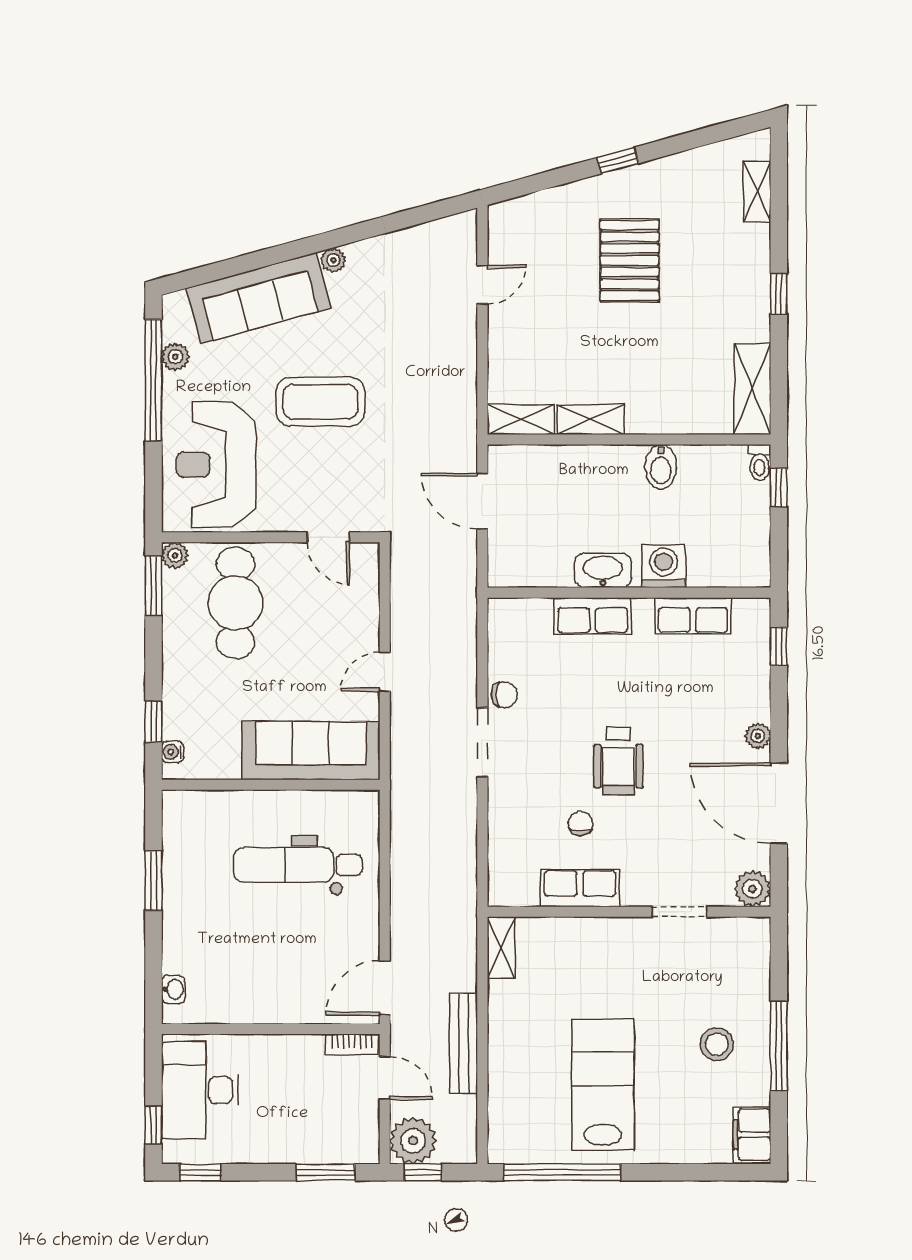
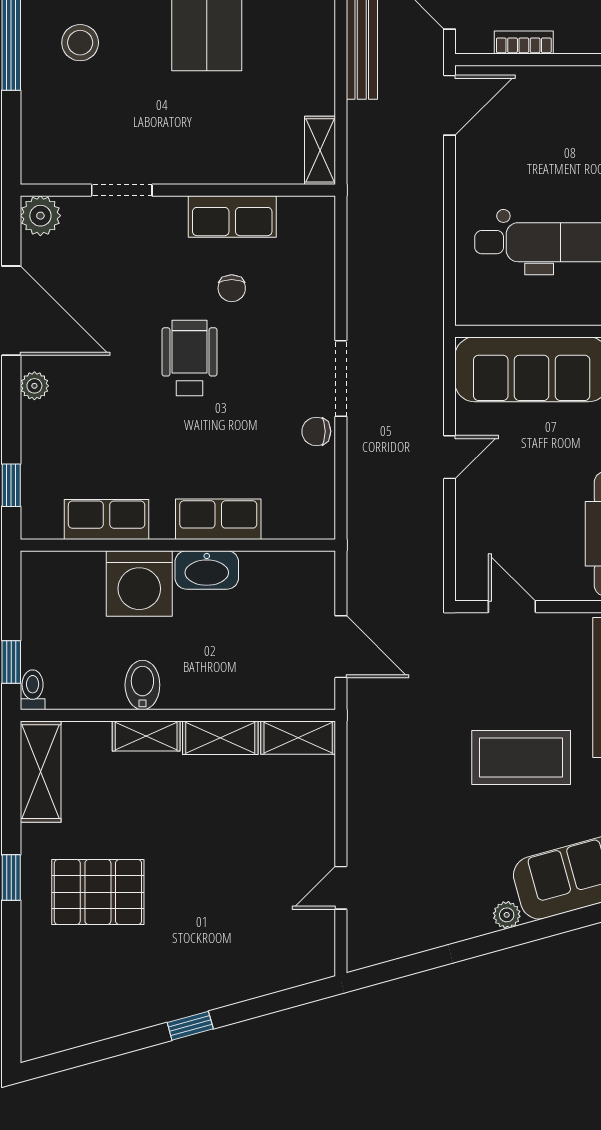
shelving: (757, 191) -> (146, 736), moved, turned 90
pallet: (630, 260) -> (98, 892), moved, turned 90
washing machine: (664, 566) -> (139, 583), width x1.37, depth x1.37
bookcase: (352, 1044) -> (524, 43), moved

